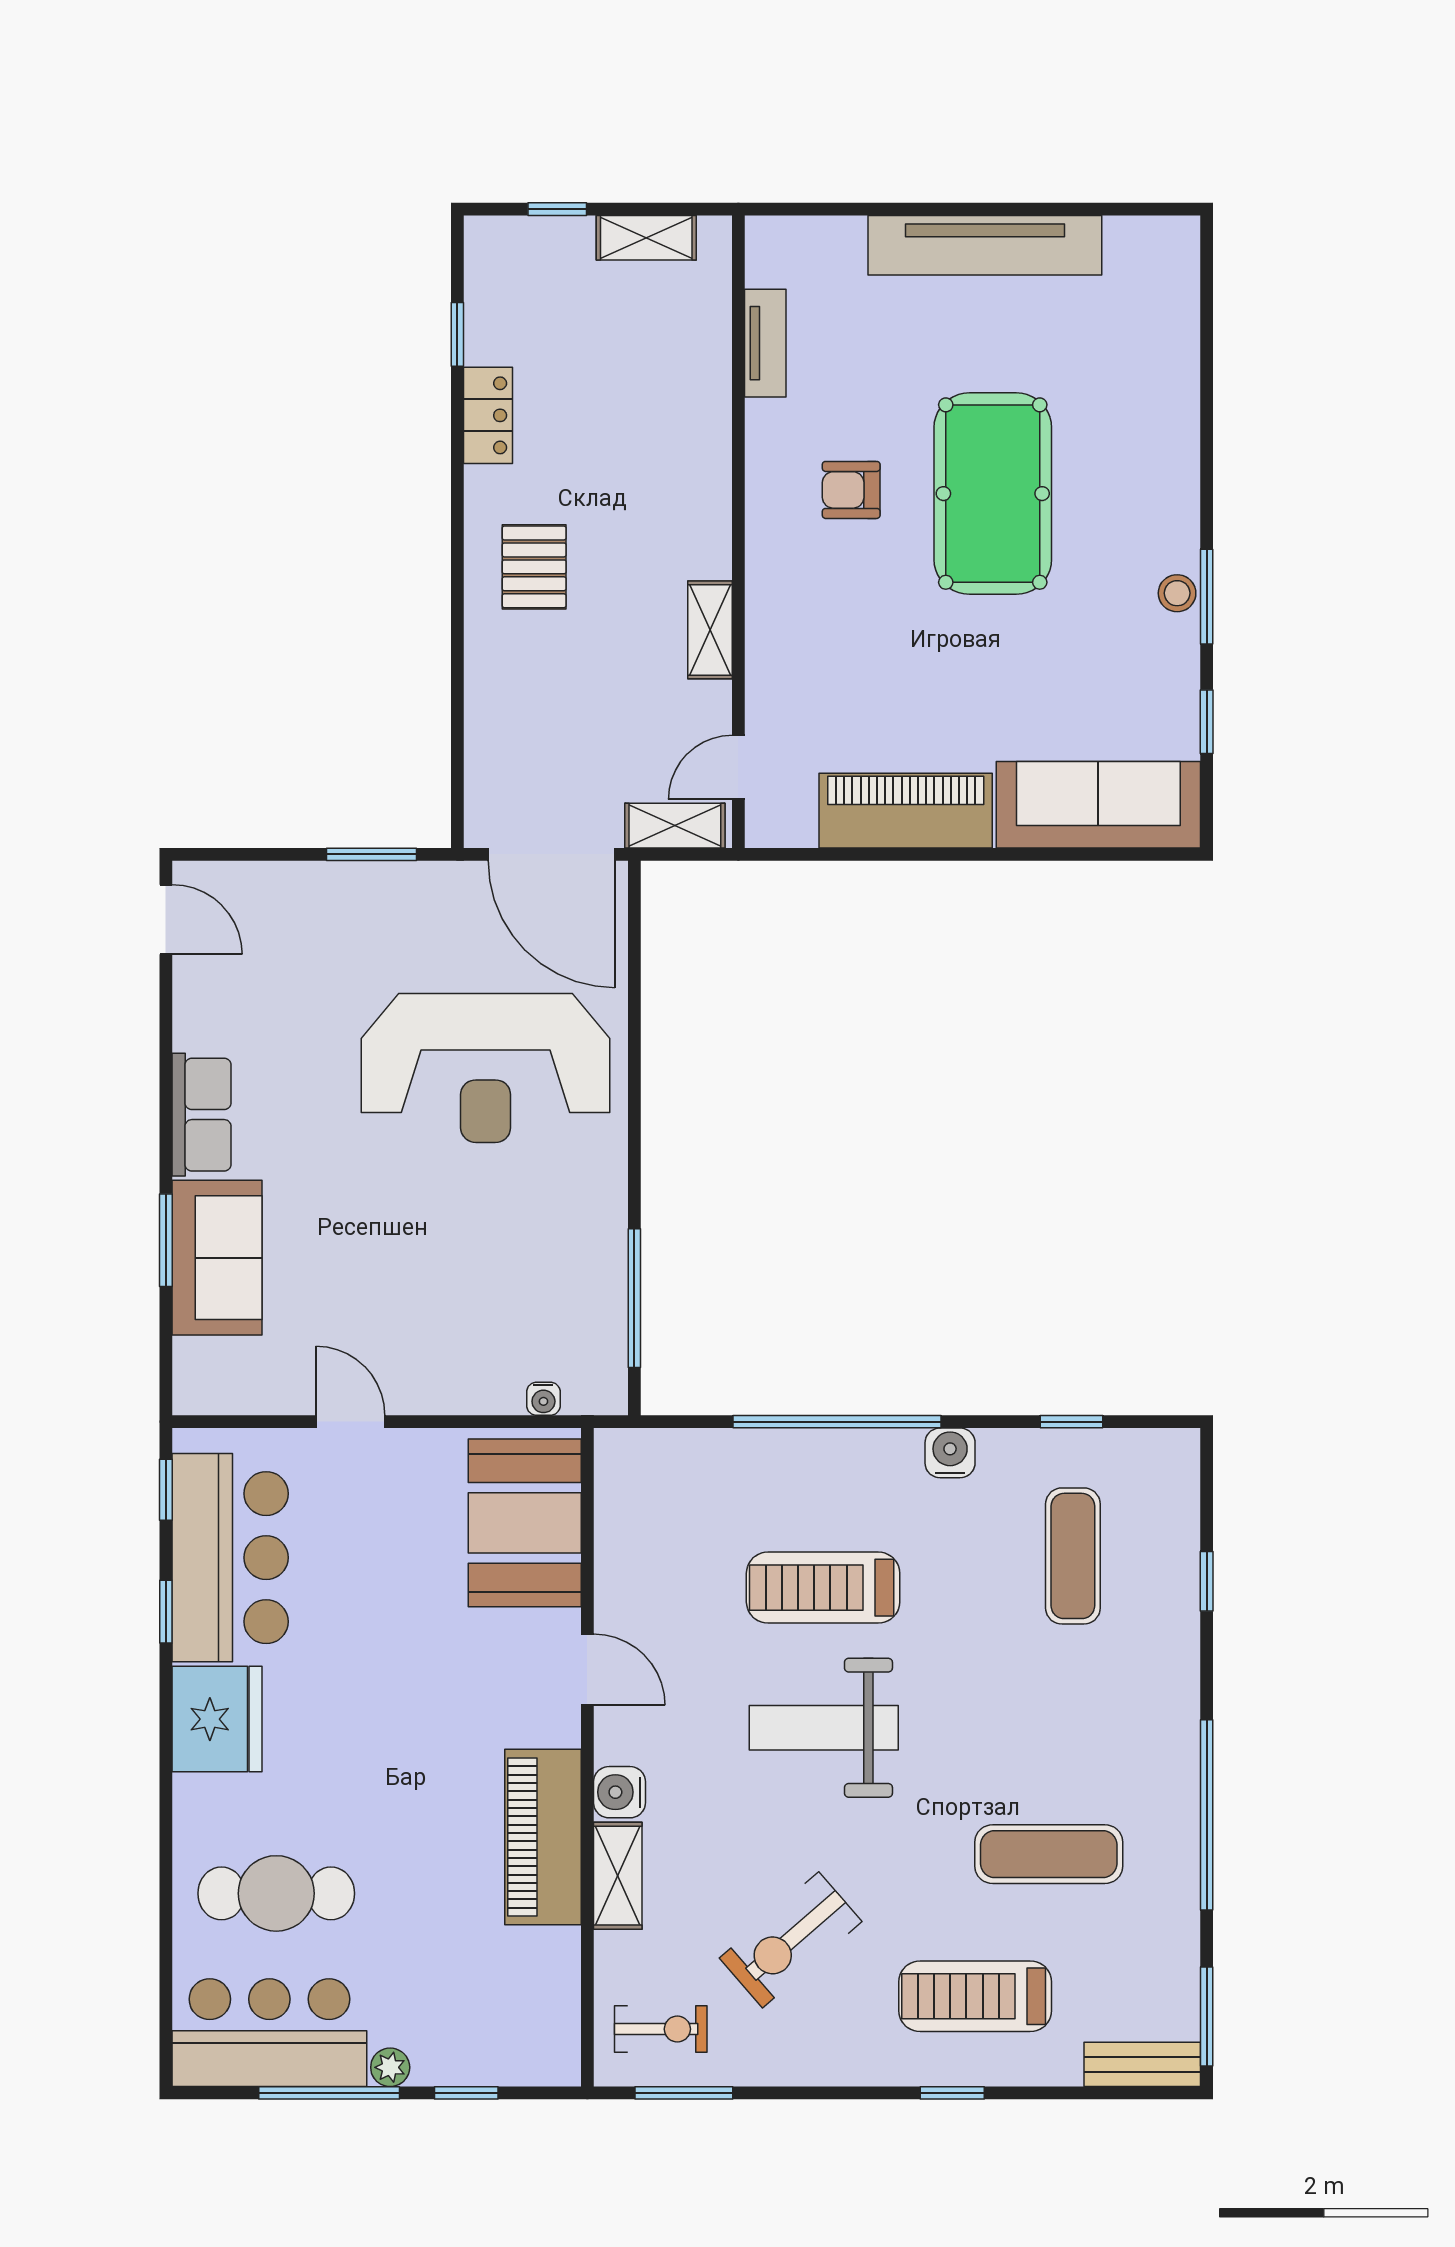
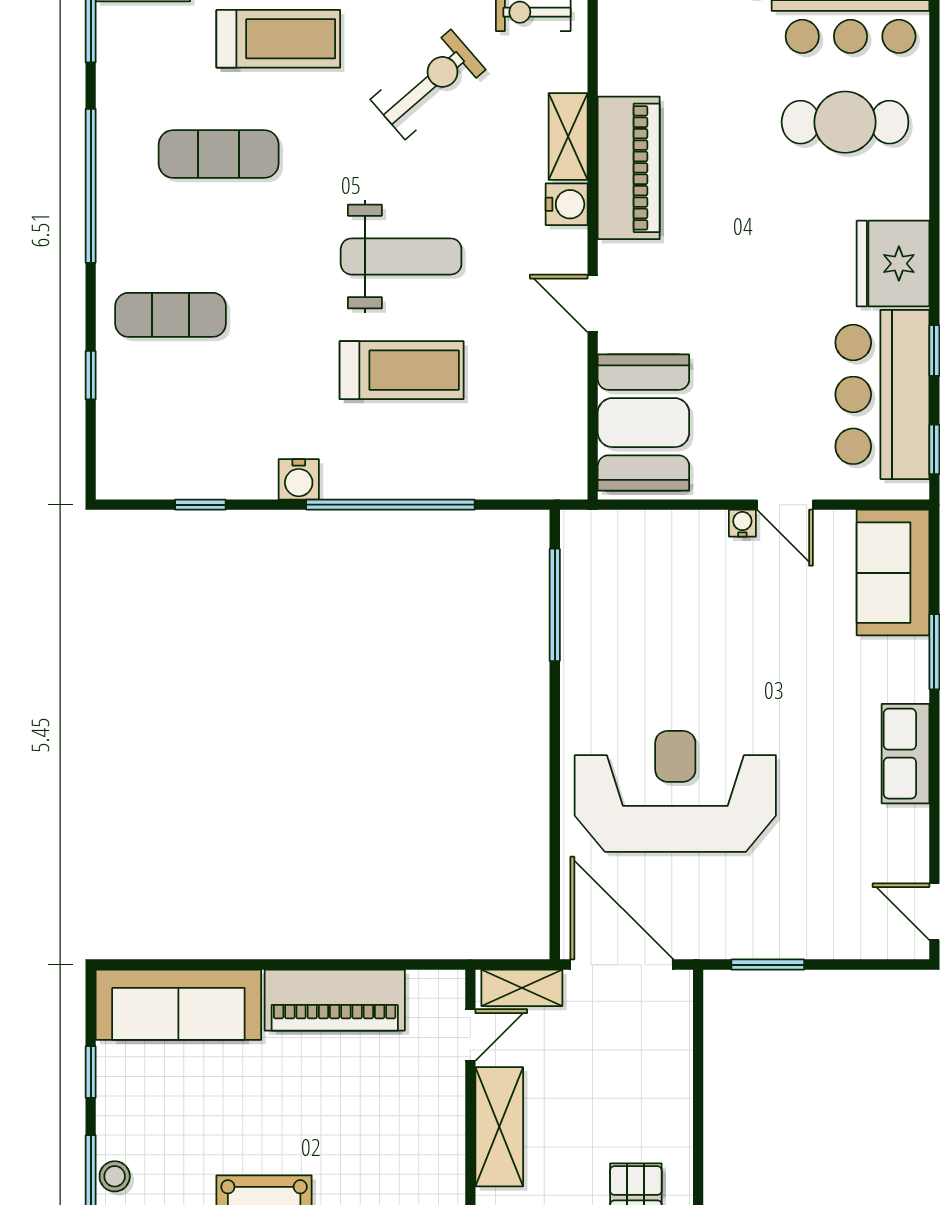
shelving: (710, 630) -> (499, 1127), width x1.50, depth x1.33
sofa: (217, 1258) -> (893, 573), moved
water cooler: (543, 1399) -> (742, 523), moved
exercise mat: (1073, 1556) -> (171, 315), moved, turned 90

